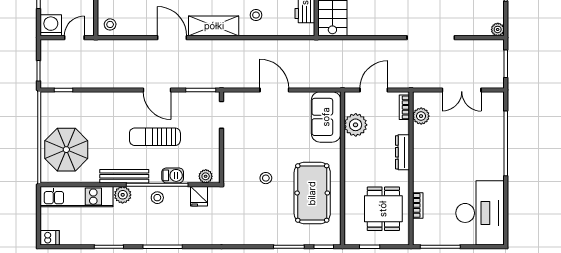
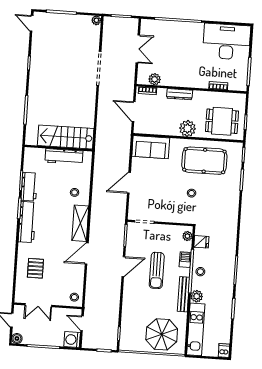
plant: (356, 125) -> (188, 128), moved
dining table: (383, 209) -> (222, 121), moved

